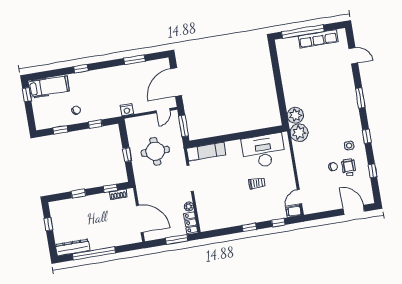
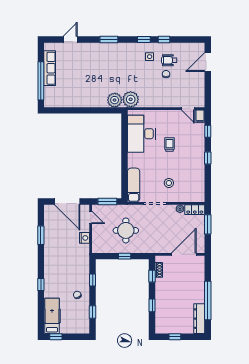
nightstand: (127, 110) -> (84, 238), moved
window: (373, 171) -> (164, 39), moved
stool: (215, 190) -> (169, 183), added

